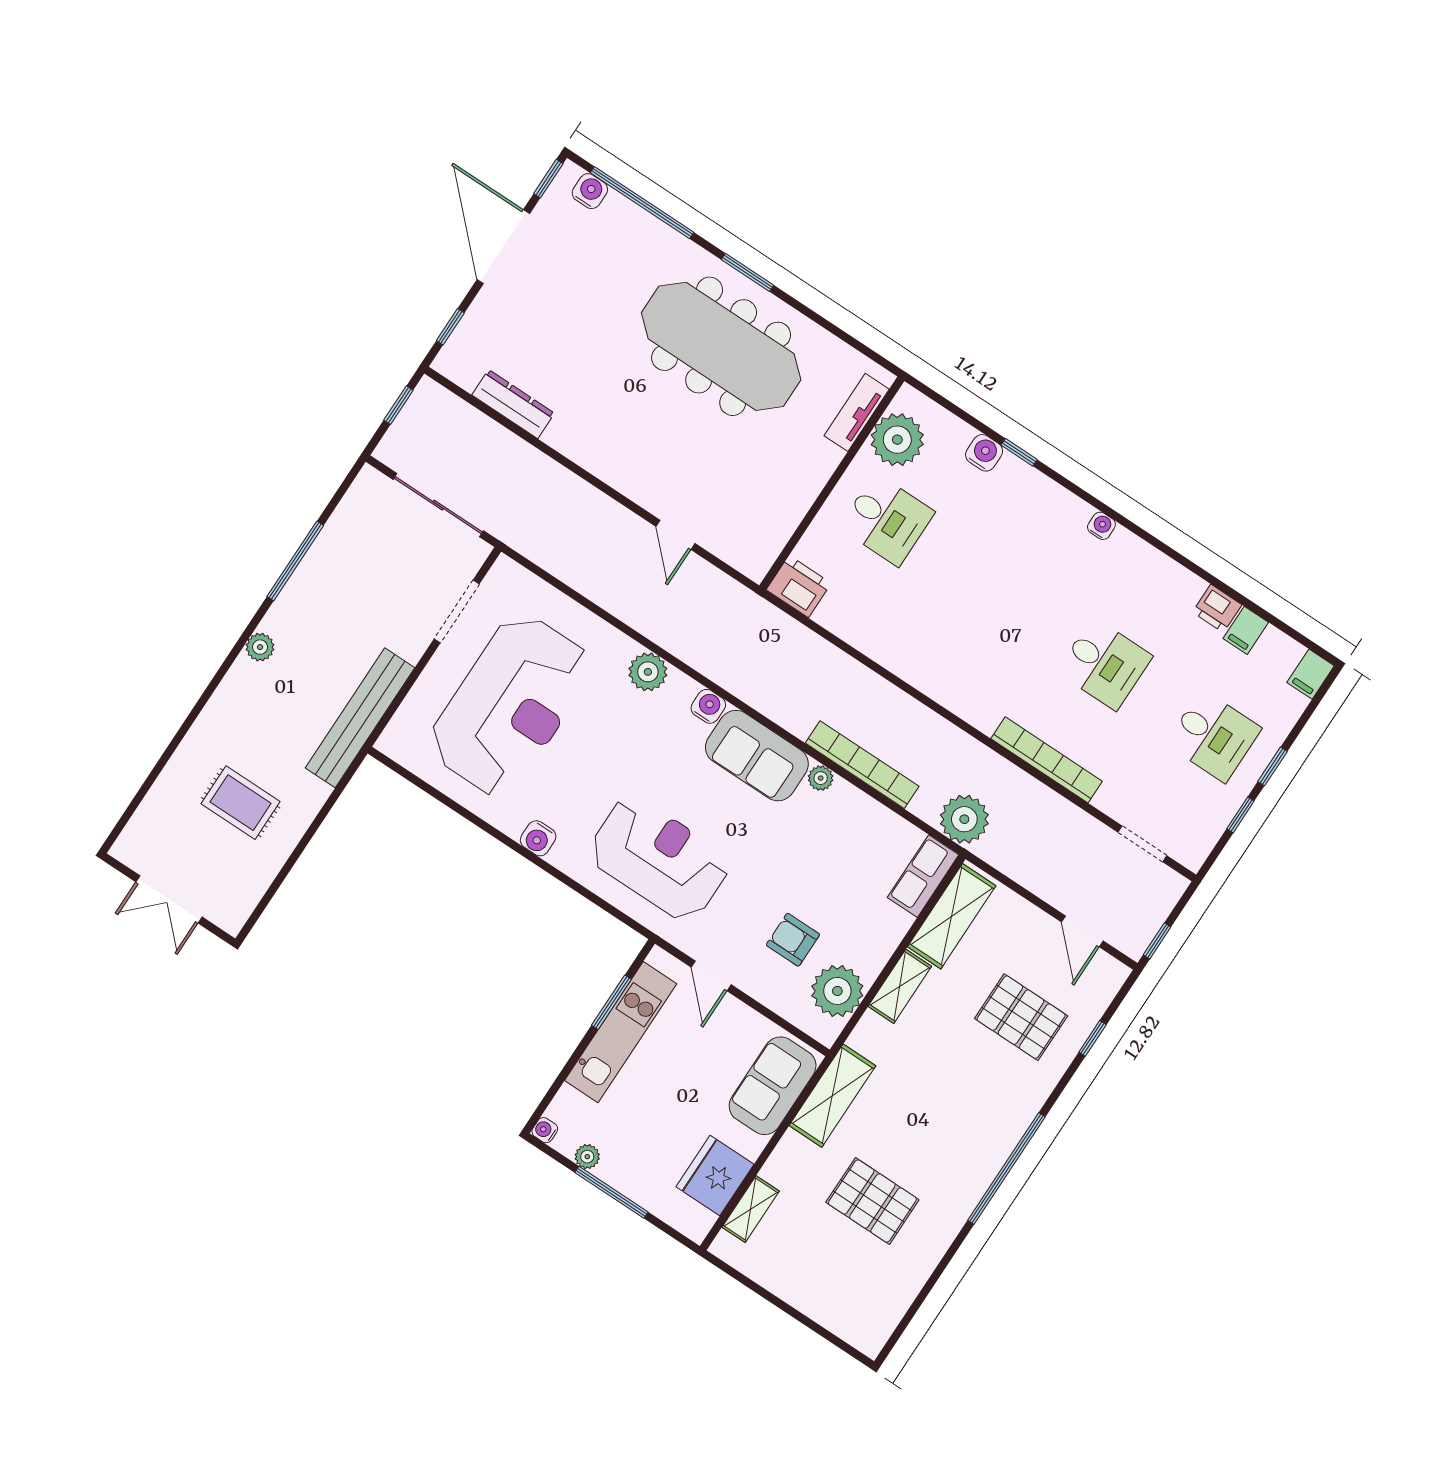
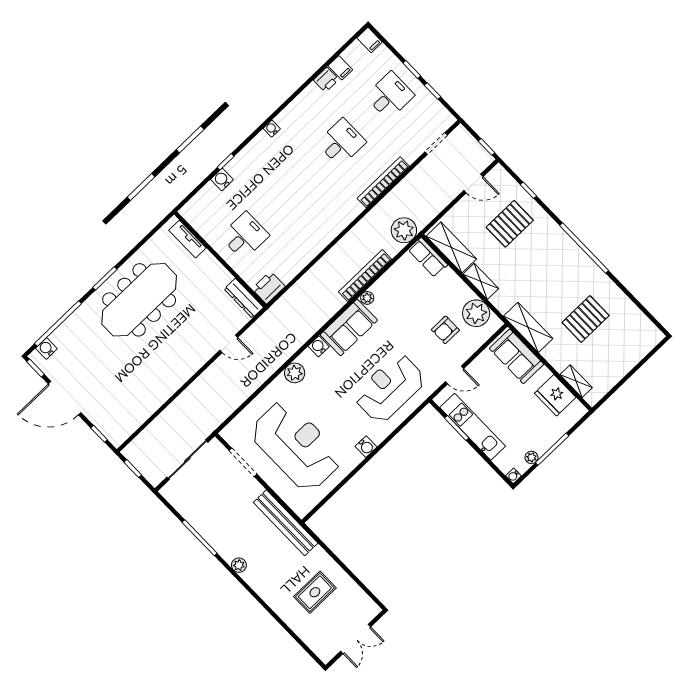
dresser: (513, 404) -> (244, 298), moved, turned -90
plant: (897, 440) -> (206, 222), removed

